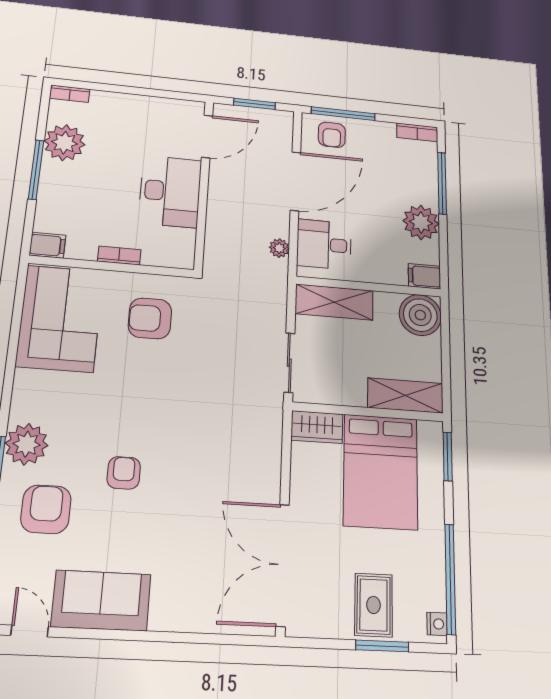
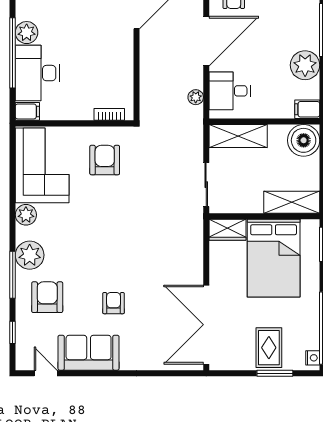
plant: (64, 143) -> (27, 33), width x0.73, depth x0.73
window: (36, 170) -> (13, 53), width x1.46
desk: (170, 191) -> (37, 73), moved, turned 180
bookcase: (119, 256) -> (109, 114), moved
armchair: (150, 318) -> (105, 160), turned 90
plant: (28, 385) -> (26, 215), added
armchair: (124, 473) -> (114, 303), moved

